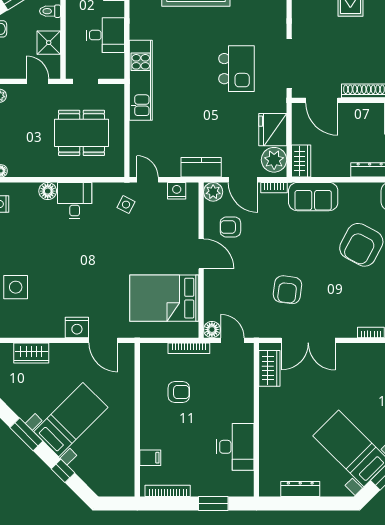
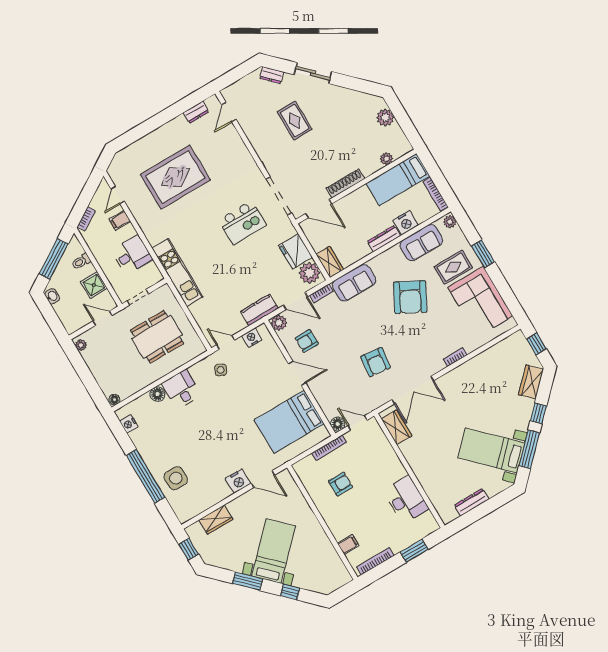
kitchen island: (236, 69) -> (242, 223), turned 90

